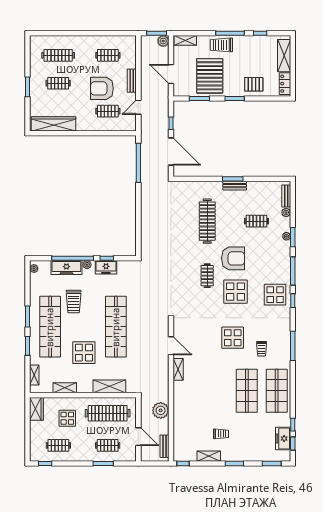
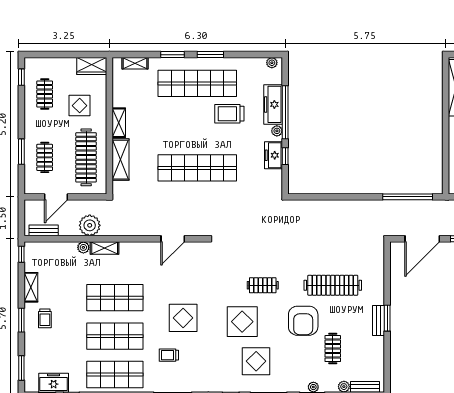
armchair: (233, 258) -> (303, 321), moved
display table: (275, 295) -> (256, 361), moved
display table: (84, 353) -> (164, 127), removed
shelving: (178, 369) -> (105, 248), moved
shelving: (65, 388) -> (119, 123), moved
shop shelf: (217, 391) -> (115, 298), added
plant: (178, 415) -> (83, 247), added
trolley: (221, 434) -> (45, 318), moved

